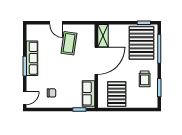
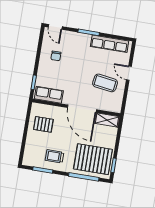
door: (56, 23) -> (129, 73), hinge flipped
row of seats: (32, 58) -> (110, 44), moved
pallet: (117, 94) -> (43, 124), width x0.67, depth x0.71

